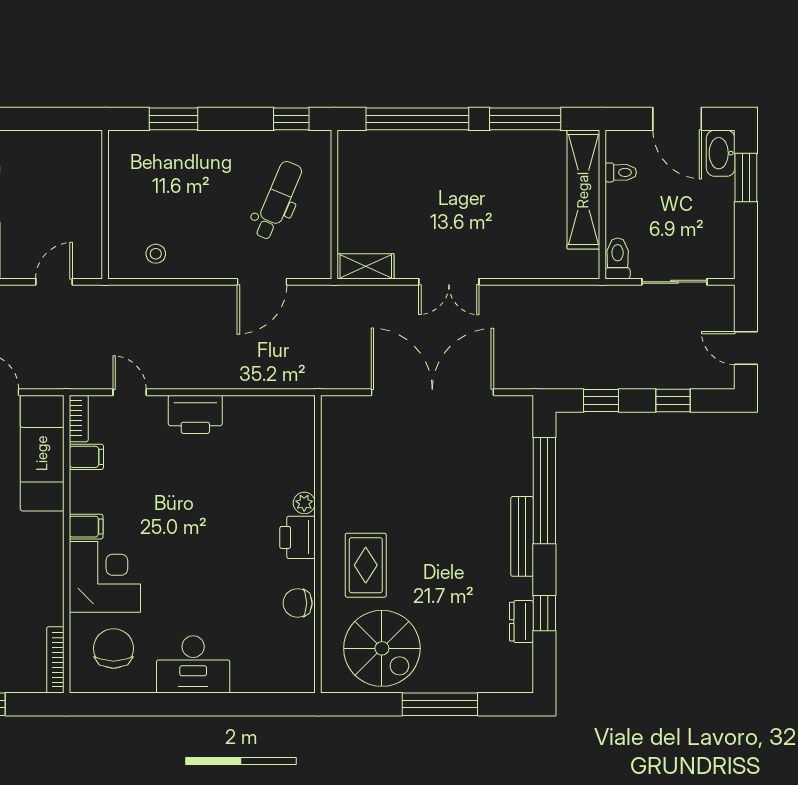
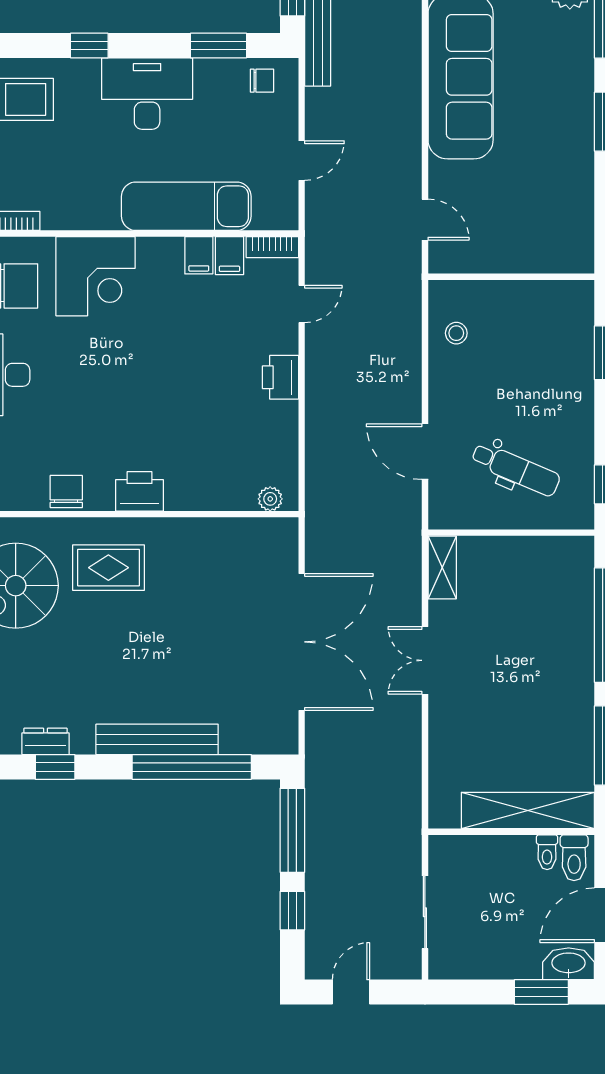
toilet: (618, 258) -> (574, 858), moved, turned 90
window: (601, 401) -> (292, 830), width x2.17
printer: (195, 414) -> (280, 377), width x0.73, depth x0.84
exam couch: (42, 453) -> (186, 206), moved
plant: (304, 503) -> (270, 499), moved
filing cabinet: (86, 527) -> (199, 255), moved
bench: (522, 536) -> (157, 739), width x1.37, depth x1.21

